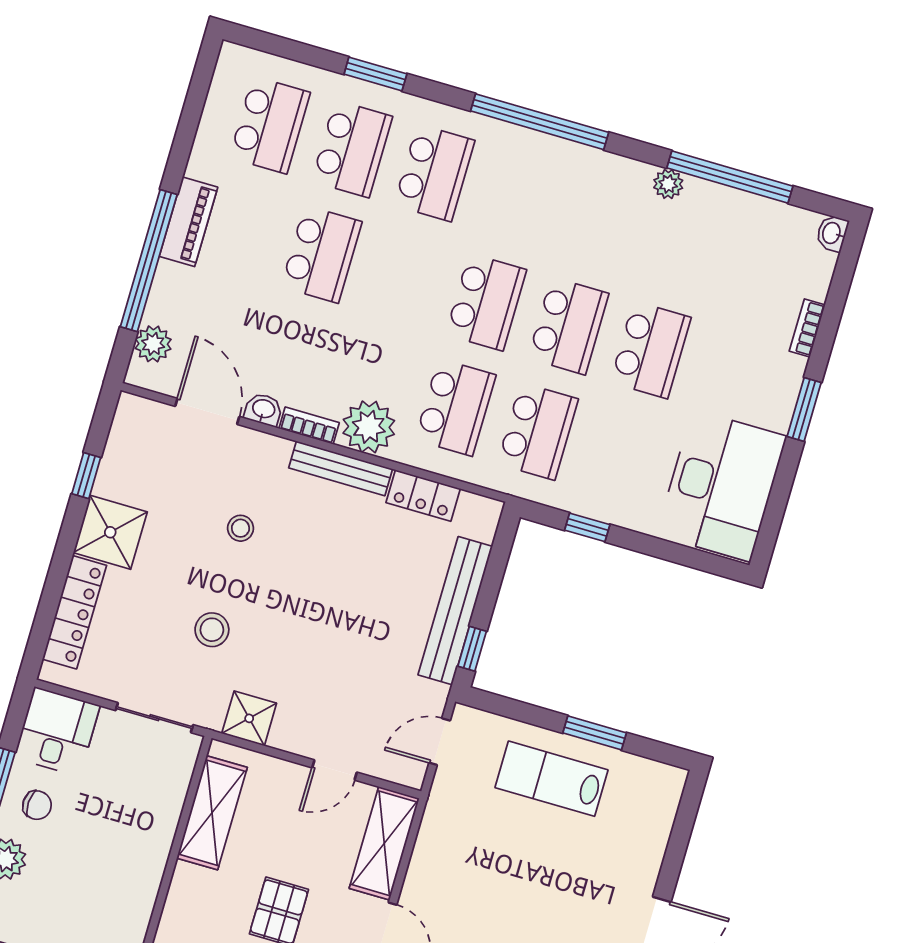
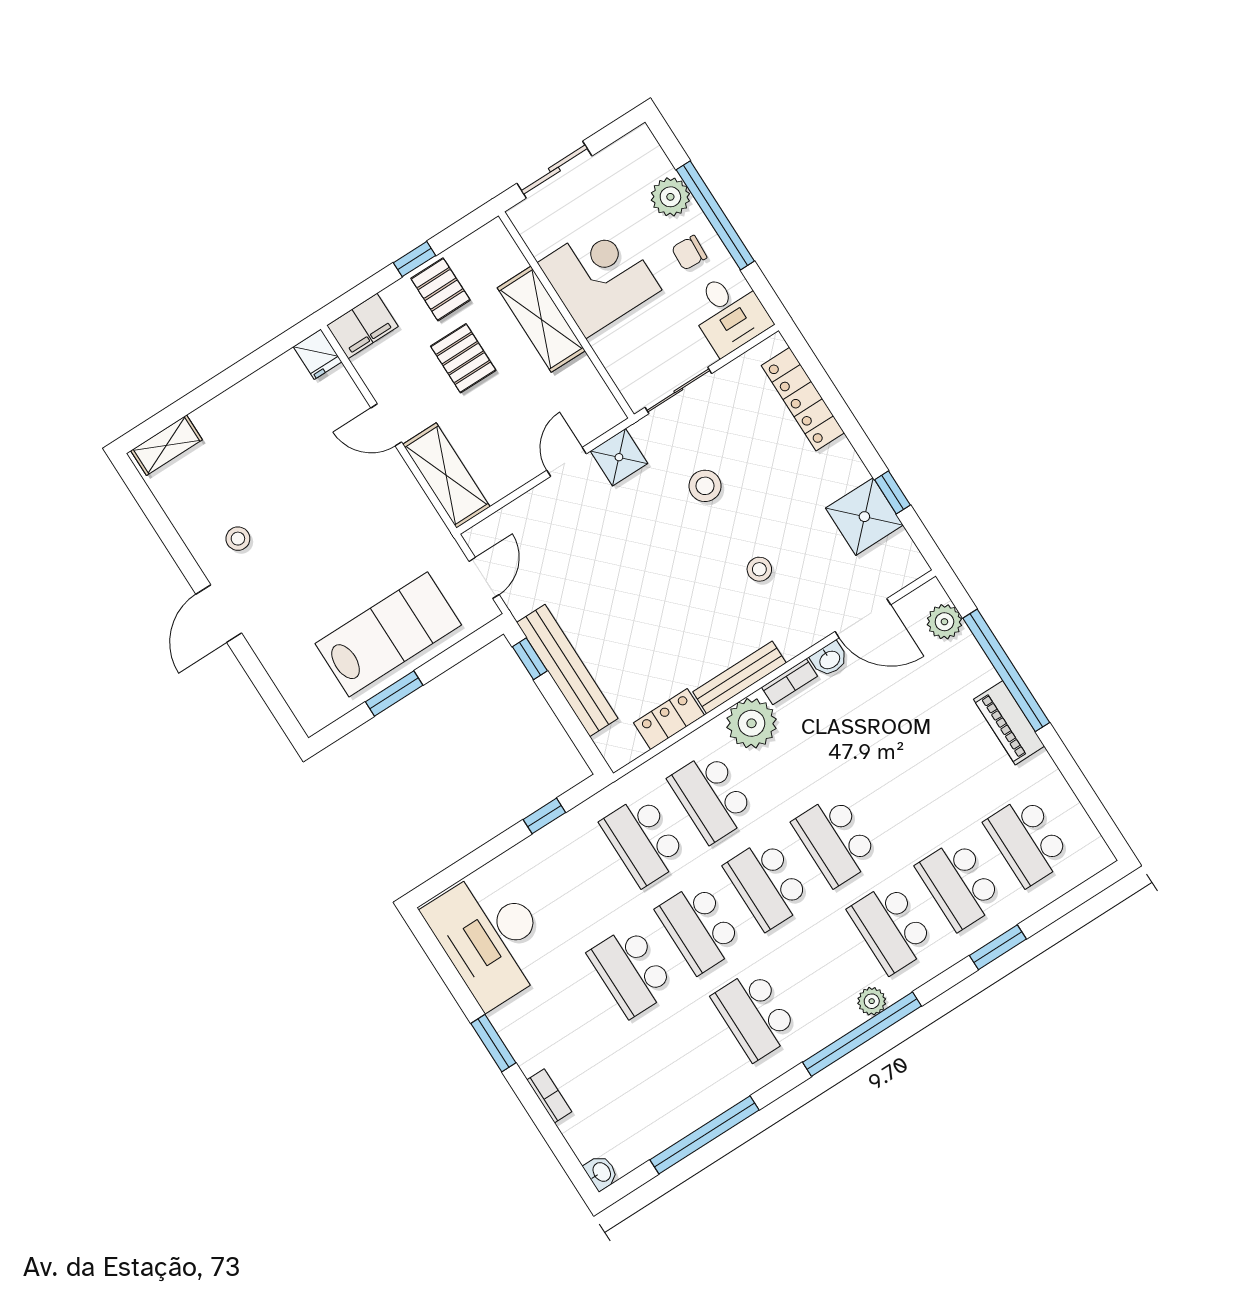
plant: (668, 184) -> (872, 1001), moved
school desk: (599, 221) -> (755, 1015), added
school desk: (321, 254) -> (835, 840), moved
shower: (110, 532) -> (864, 517), moved
door: (334, 770) -> (567, 462), moved
lab bench: (552, 779) -> (388, 634), width x1.36, depth x1.39
shelving: (212, 813) -> (541, 319), moved
corner desk: (118, 860) -> (600, 276), added

